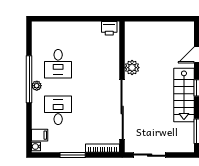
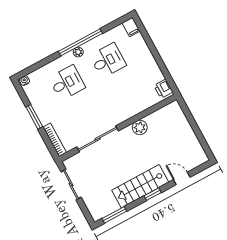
desk: (58, 64) -> (108, 61), turned 180
sliding door: (122, 110) -> (98, 139), width x0.73
filing cabinet: (40, 135) -> (131, 27), moved

